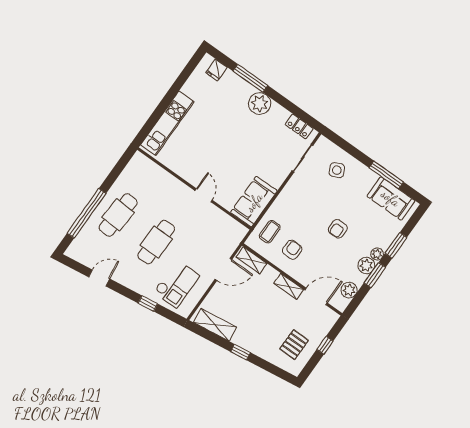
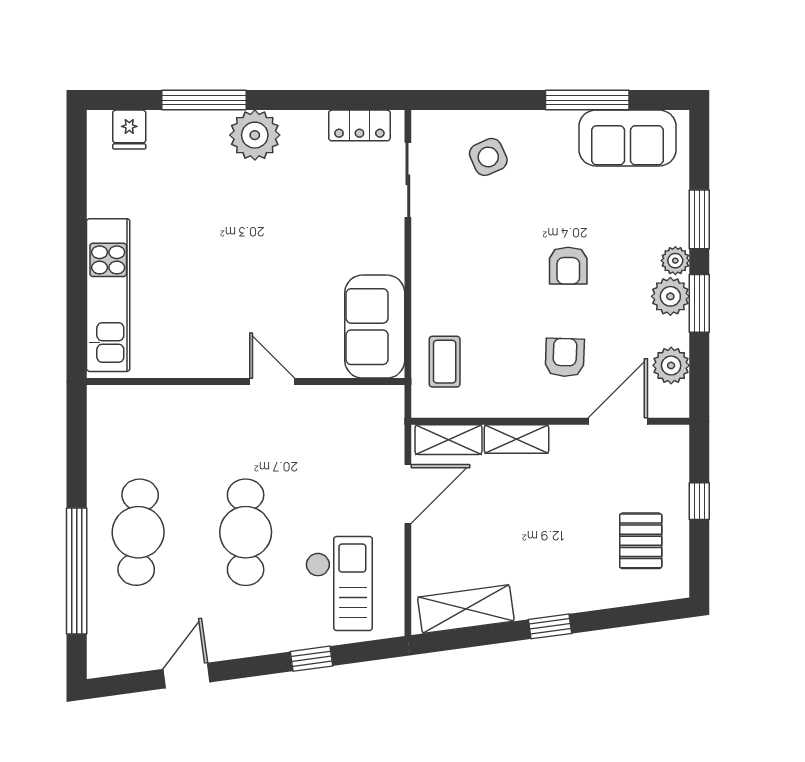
armchair: (292, 250) -> (565, 357), moved
shelving: (289, 286) -> (516, 439), moved

